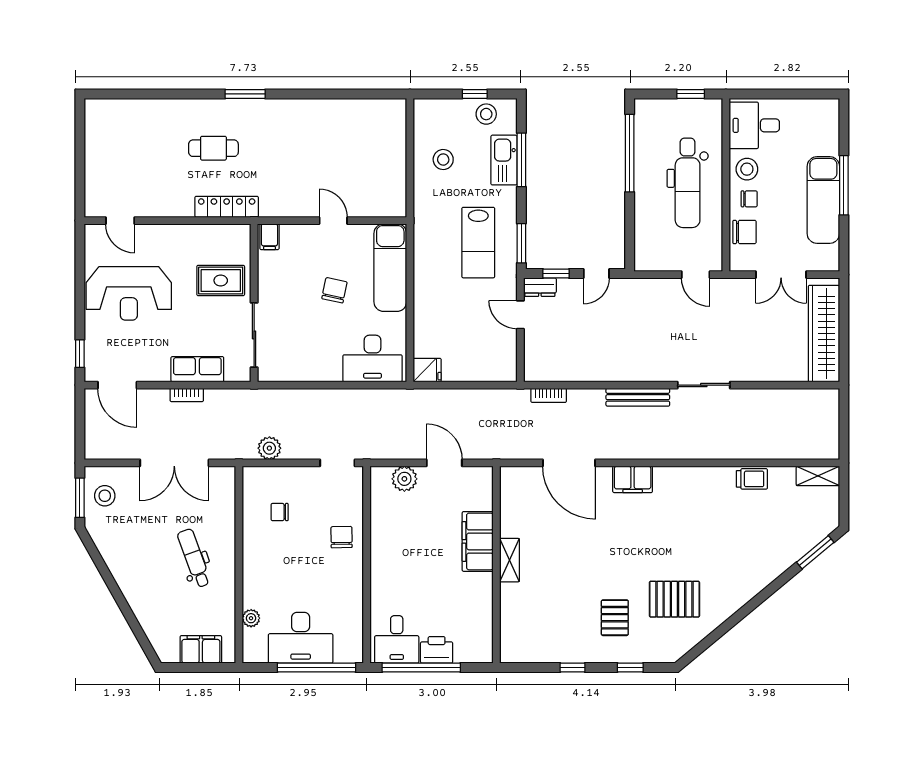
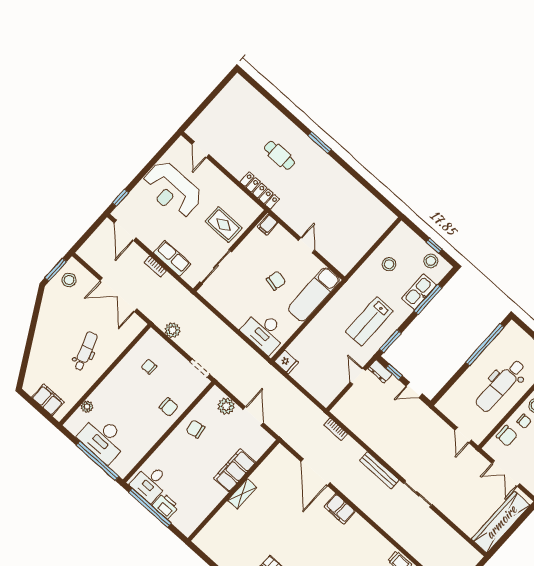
chair: (393, 535) -> (195, 429), added
chair: (342, 537) -> (169, 407), turned 91

